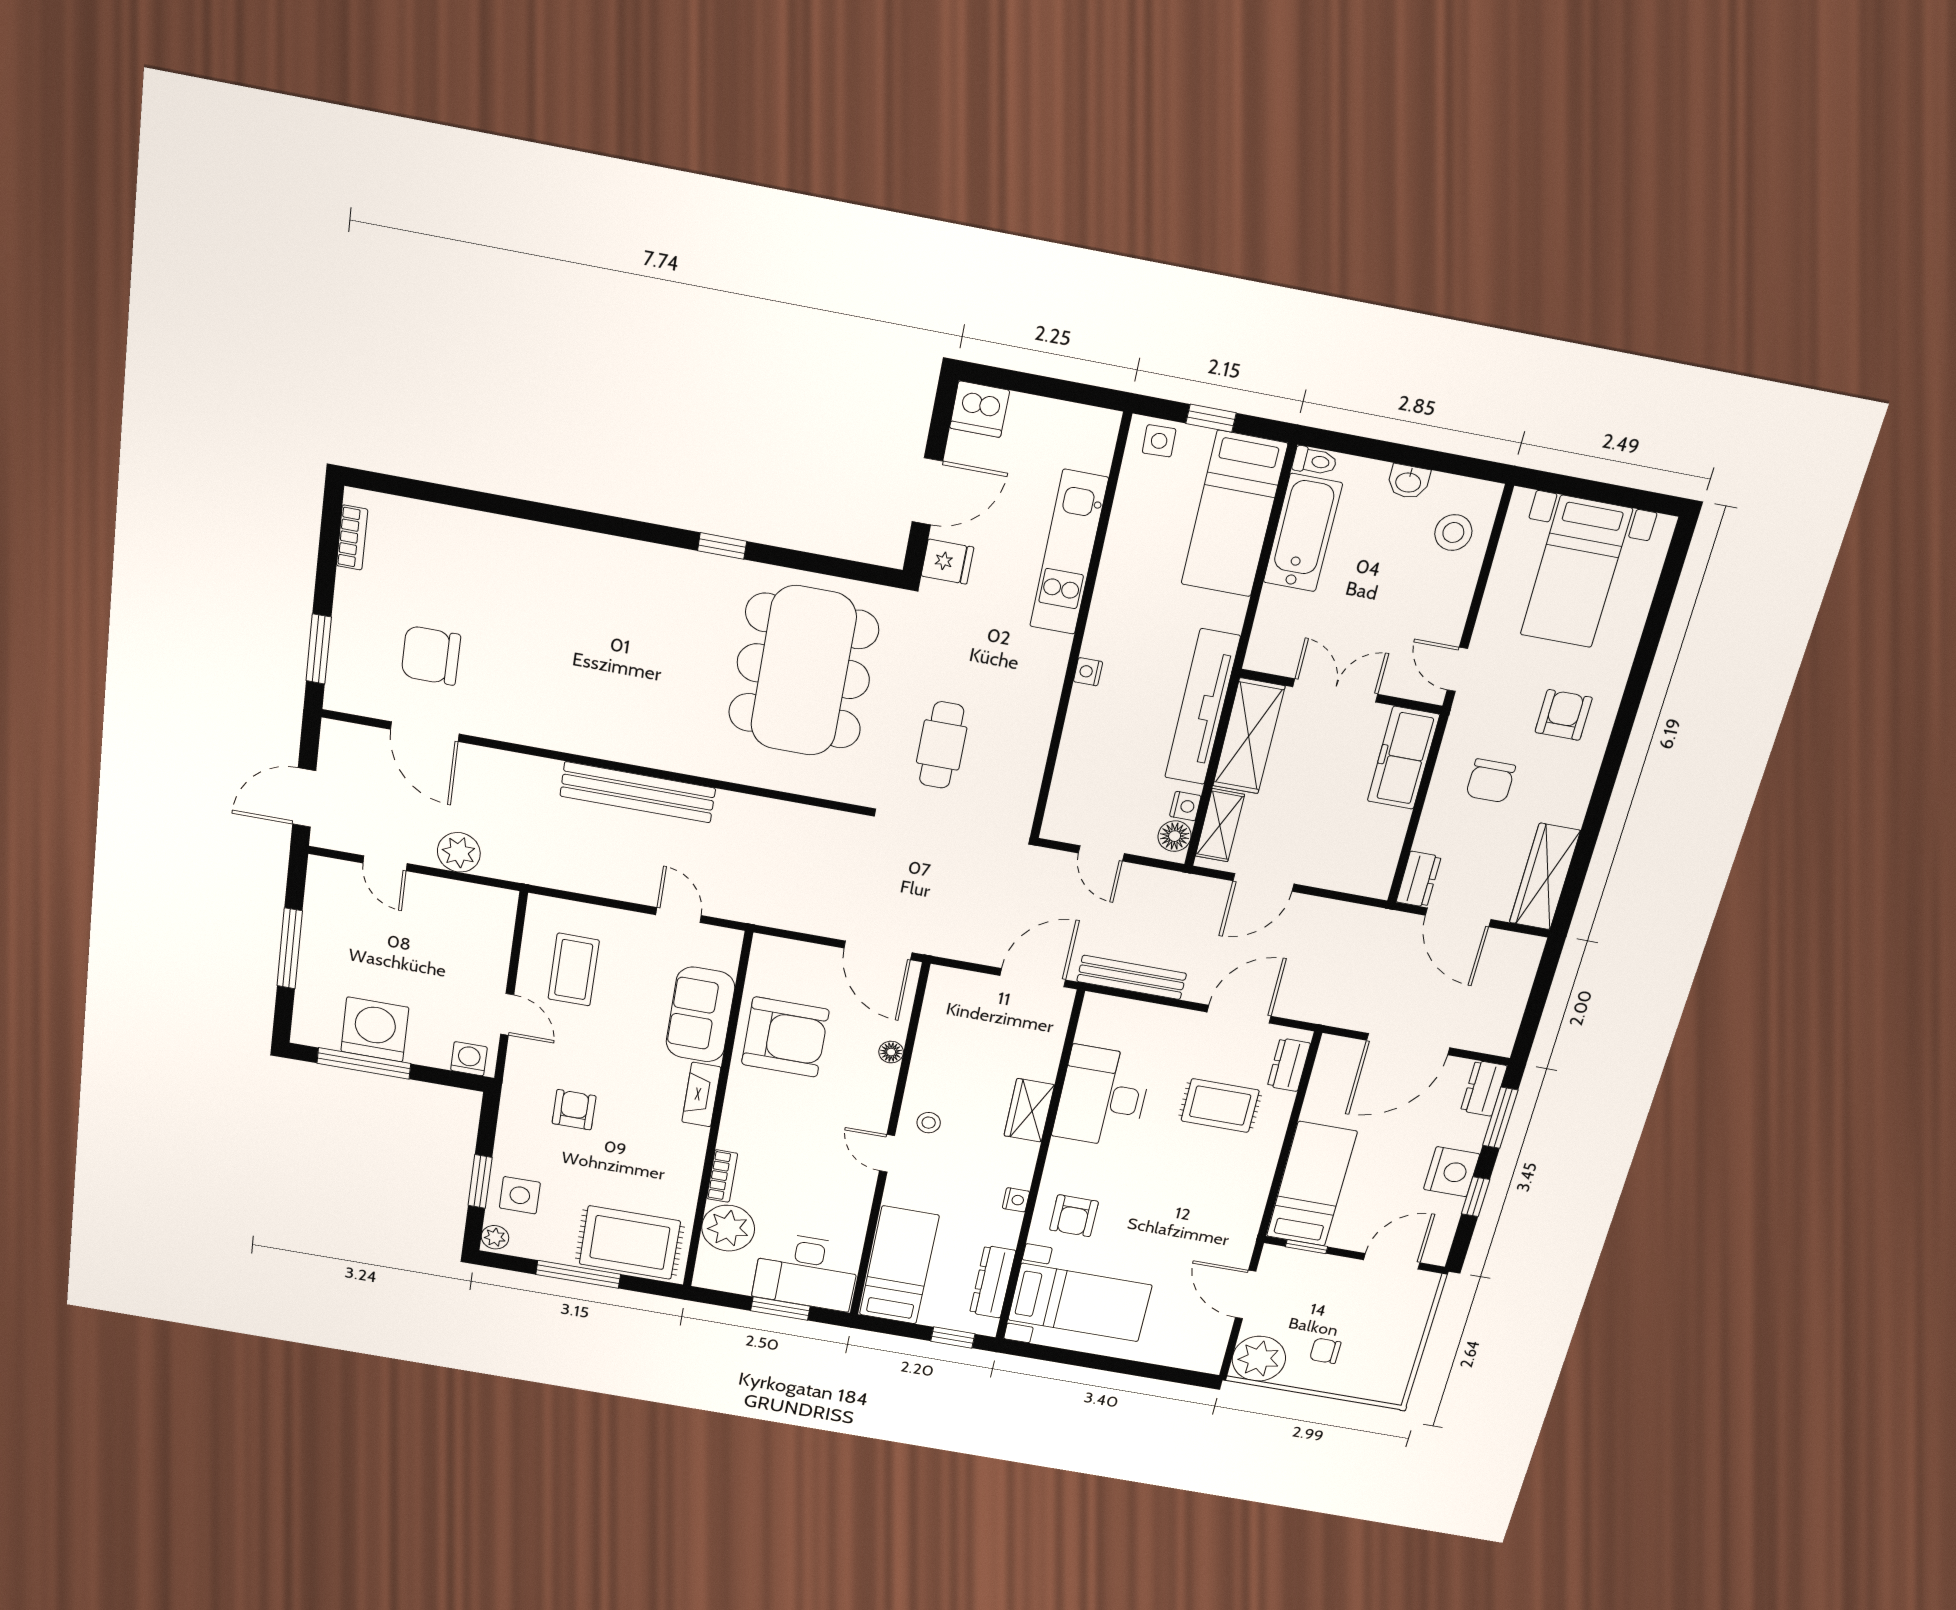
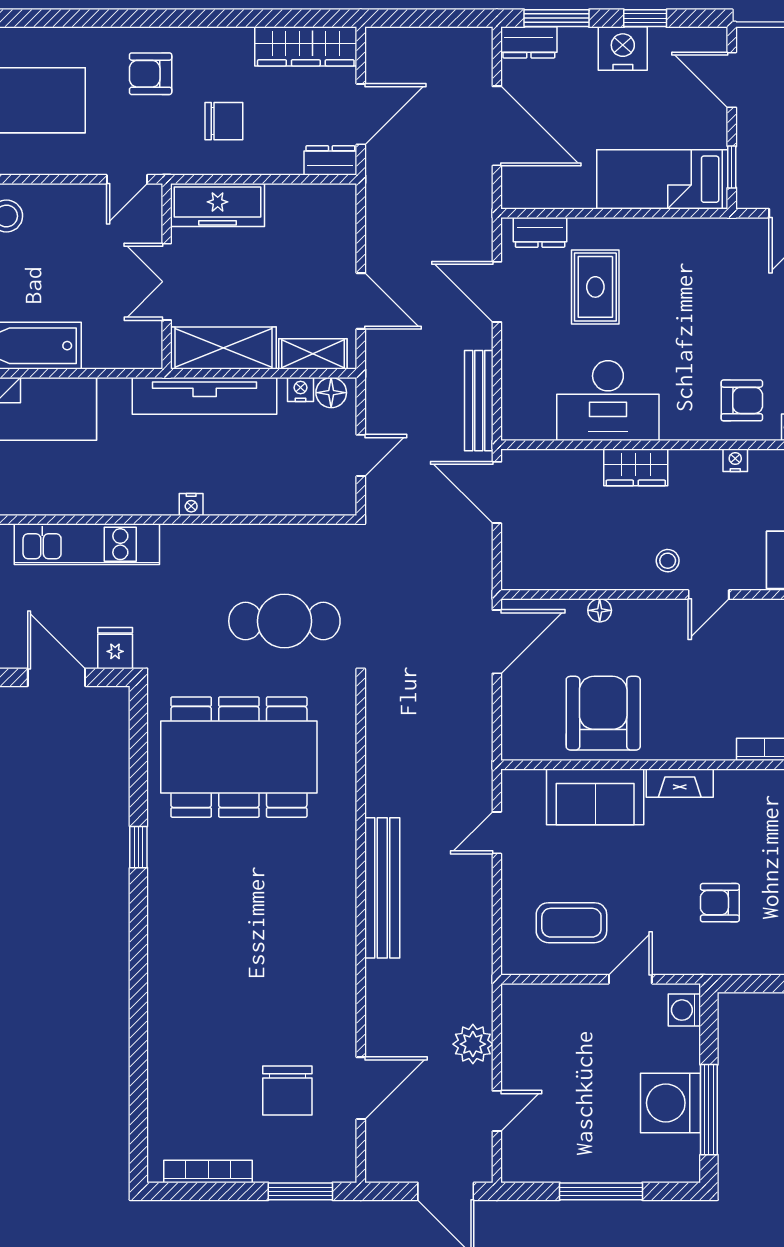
bookcase: (352, 538) -> (208, 1172), width x1.56
cafe table: (942, 745) -> (284, 621), width x1.37, depth x1.35

